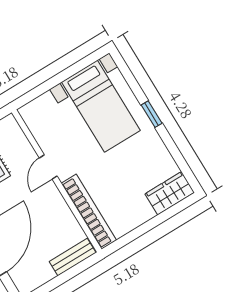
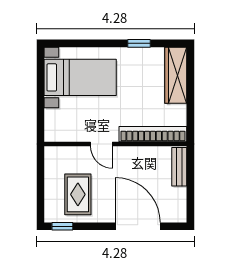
window: (152, 114) -> (139, 43), moved
wardrobe: (170, 193) -> (176, 75), width x1.50

